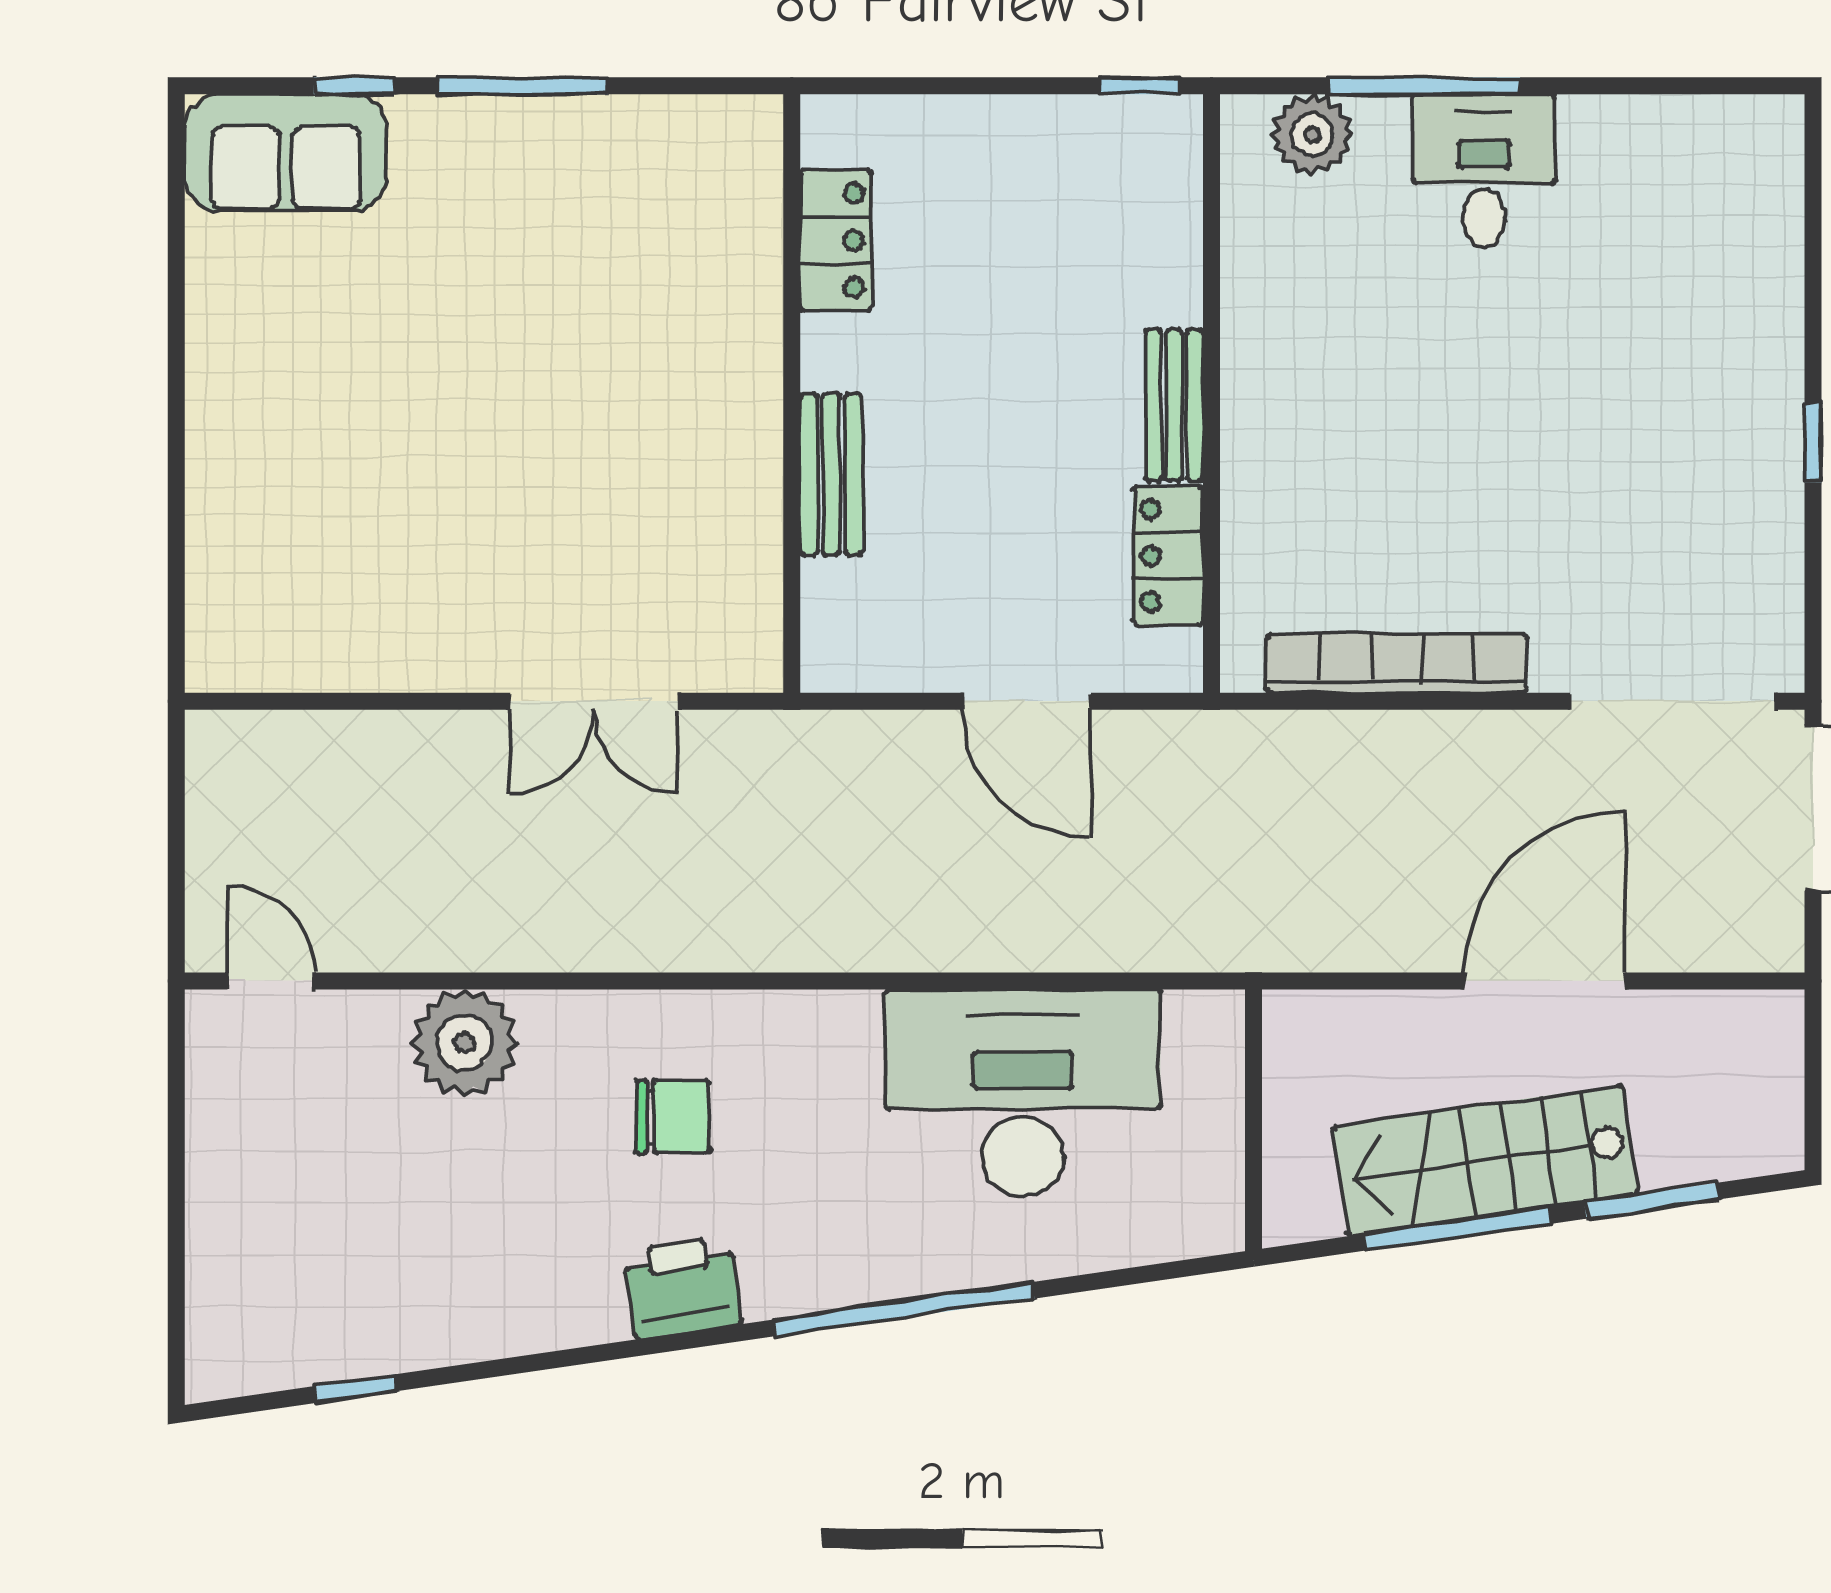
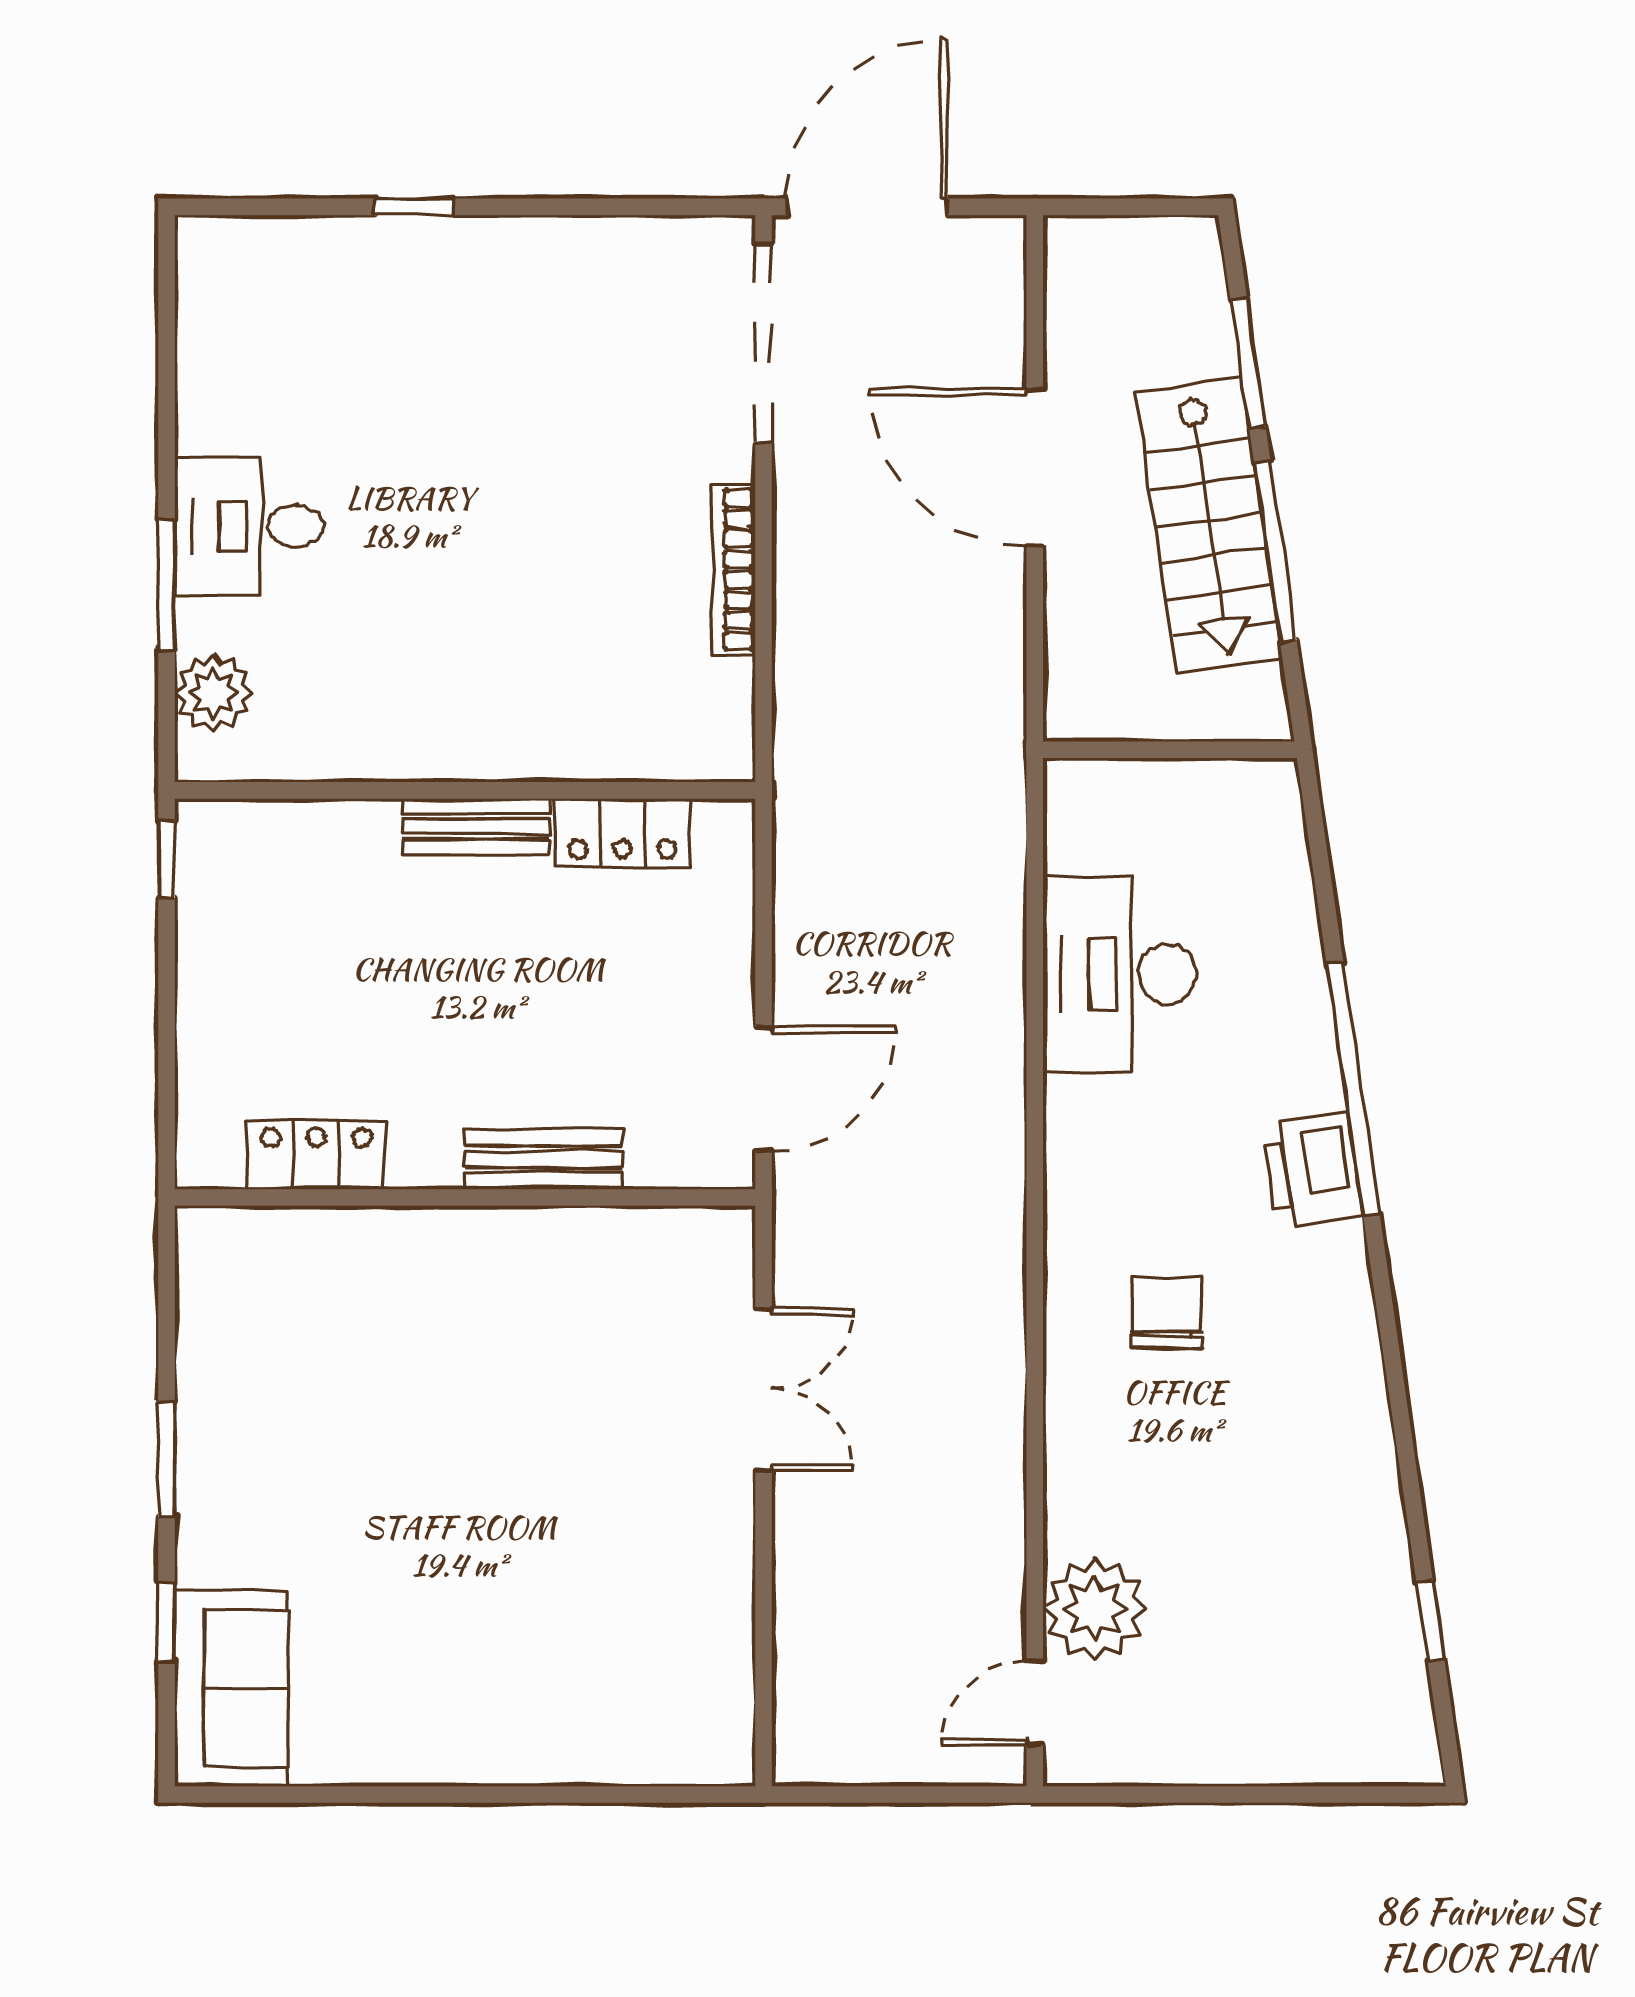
window: (522, 86) -> (166, 1459), width x0.69
window: (1424, 86) -> (166, 584), width x0.69
window: (1813, 442) -> (414, 207), moved
bookcase: (1397, 663) -> (734, 570), width x0.68, depth x0.76
door: (1027, 701) -> (763, 1089), moved
plant: (464, 1043) -> (1095, 1609), moved
desk: (1023, 1092) -> (1120, 974), width x0.73, depth x0.77
printer: (683, 1287) -> (1313, 1171), moved

